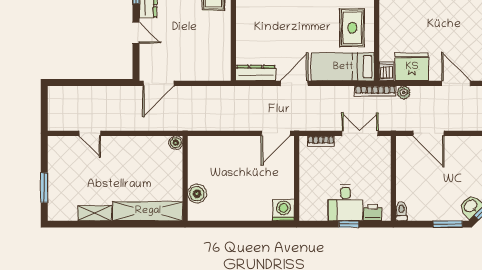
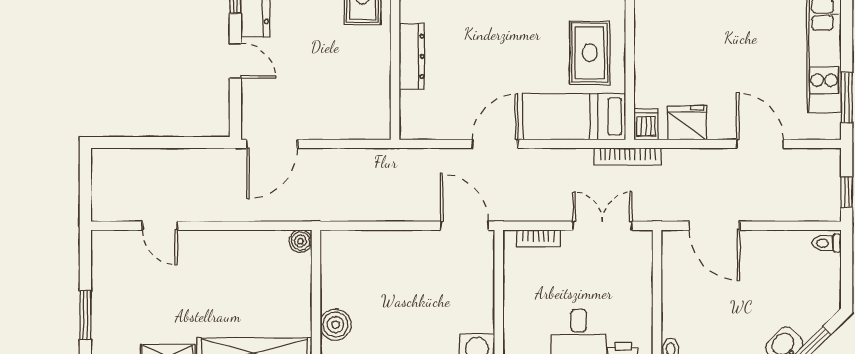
fridge: (412, 67) -> (687, 123), width x0.73, depth x0.75
dresser: (256, 73) -> (412, 56), moved, turned 90
plant: (404, 92) -> (674, 159), removed
door: (276, 133) -> (464, 226), swing flipped

